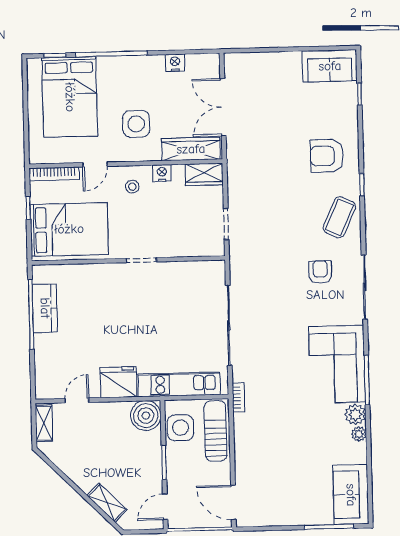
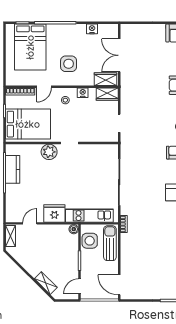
wardrobe: (191, 149) -> (106, 79), width x0.67
plant: (107, 276) -> (49, 152), added
boiler: (146, 416) -> (74, 229), width x0.54, depth x0.54

